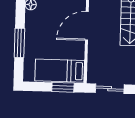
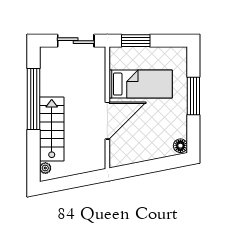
bed: (60, 71) -> (141, 84), moved

